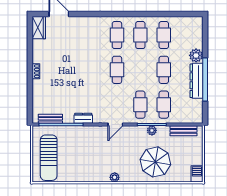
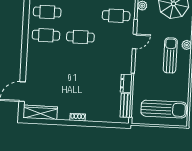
wardrobe: (39, 28) -> (40, 112), width x1.50
dresser: (83, 118) -> (126, 83), moved
door: (115, 125) -> (134, 41), hinge flipped
sun lounger: (103, 161) -> (170, 55), added

